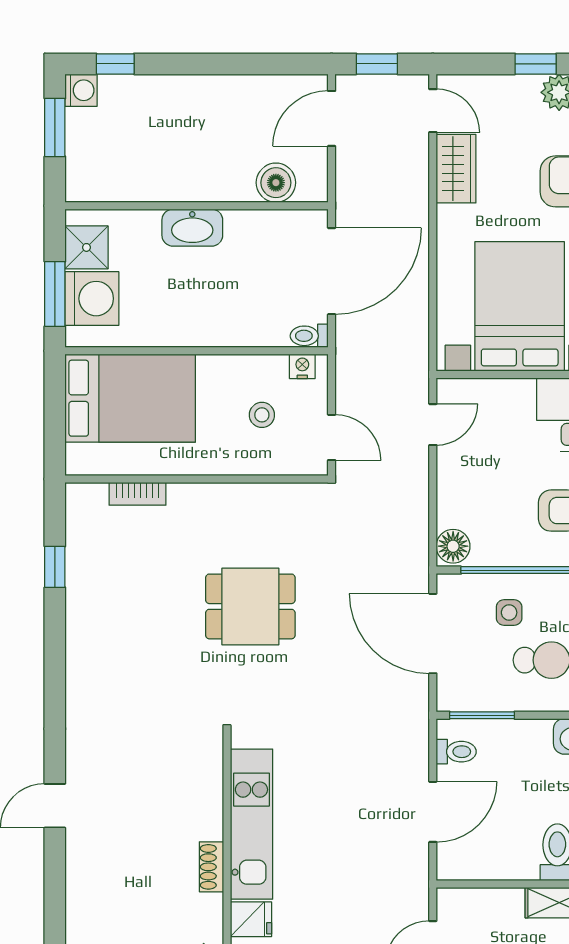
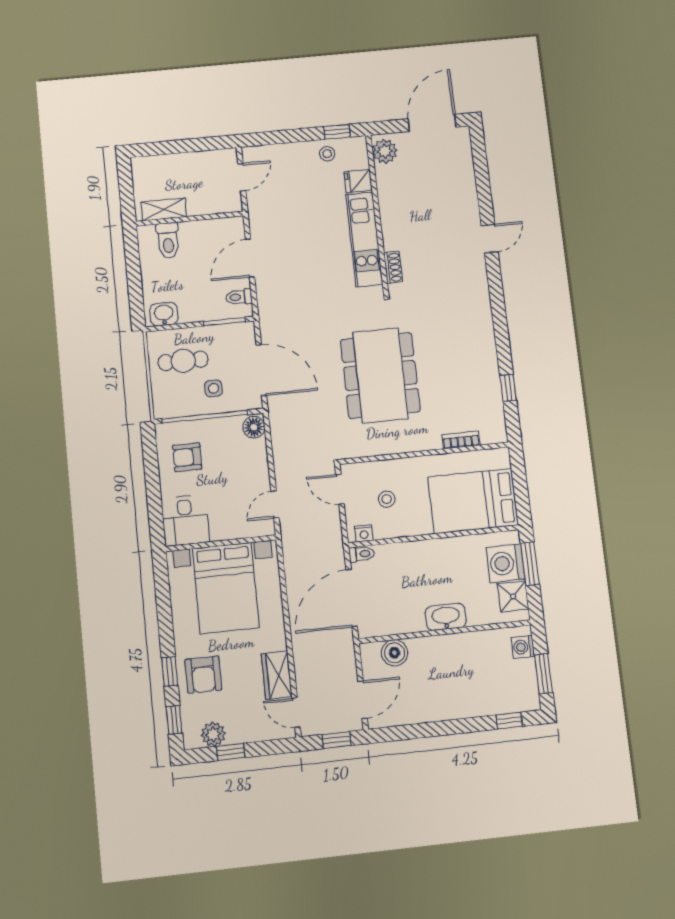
washing machine: (81, 90) -> (523, 647), moved
dining table: (250, 606) -> (380, 375), width x1.88, depth x1.24
shoe rack: (211, 867) -> (393, 267), moved

